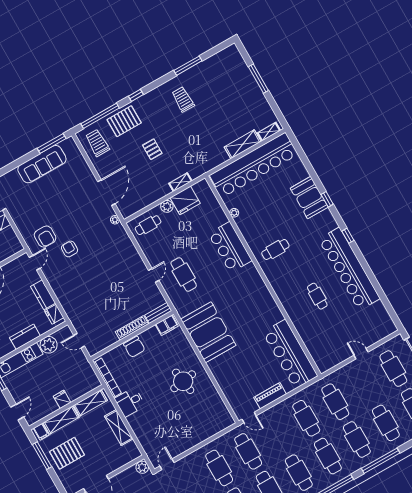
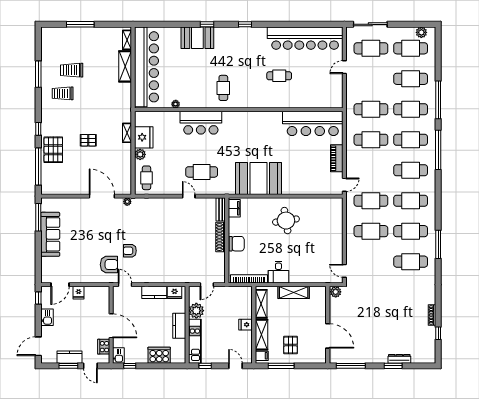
trolley: (97, 143) -> (72, 70), moved
bar counter: (349, 269) -> (305, 38), moved
pallet: (67, 453) -> (291, 345), width x0.67, depth x0.71

